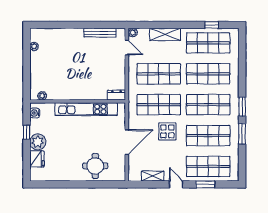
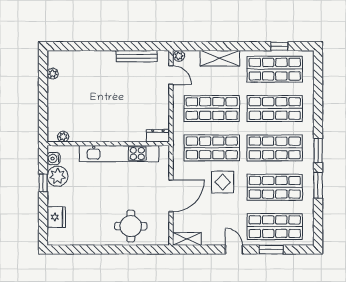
plant: (38, 142) -> (58, 176), moved
shelving: (153, 176) -> (187, 239), moved

